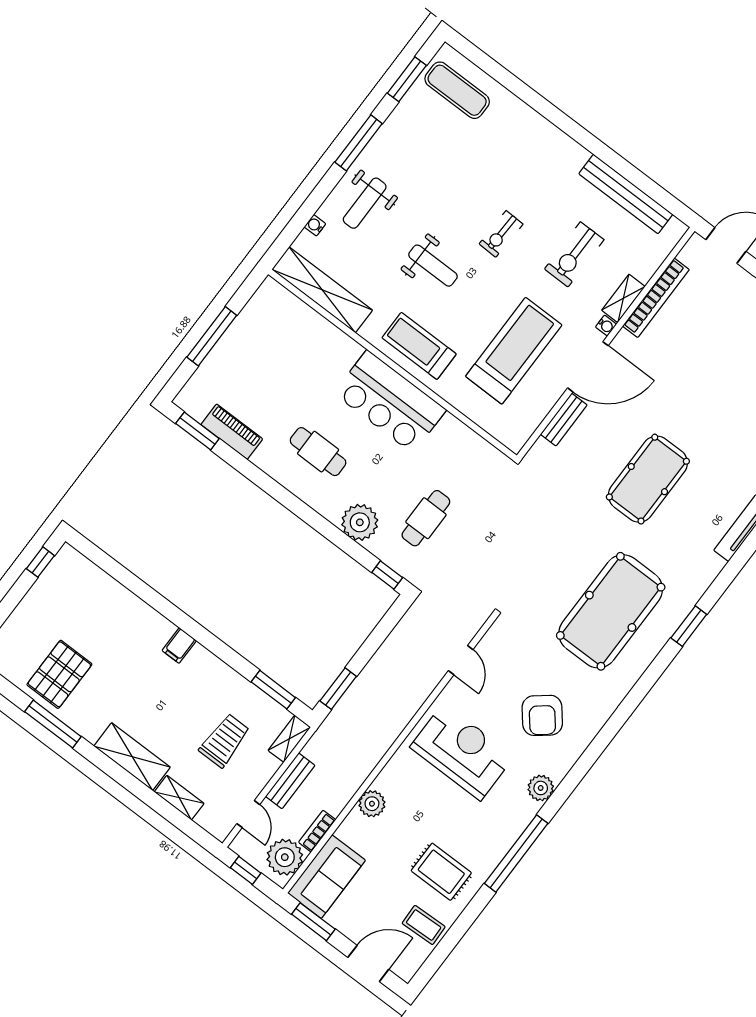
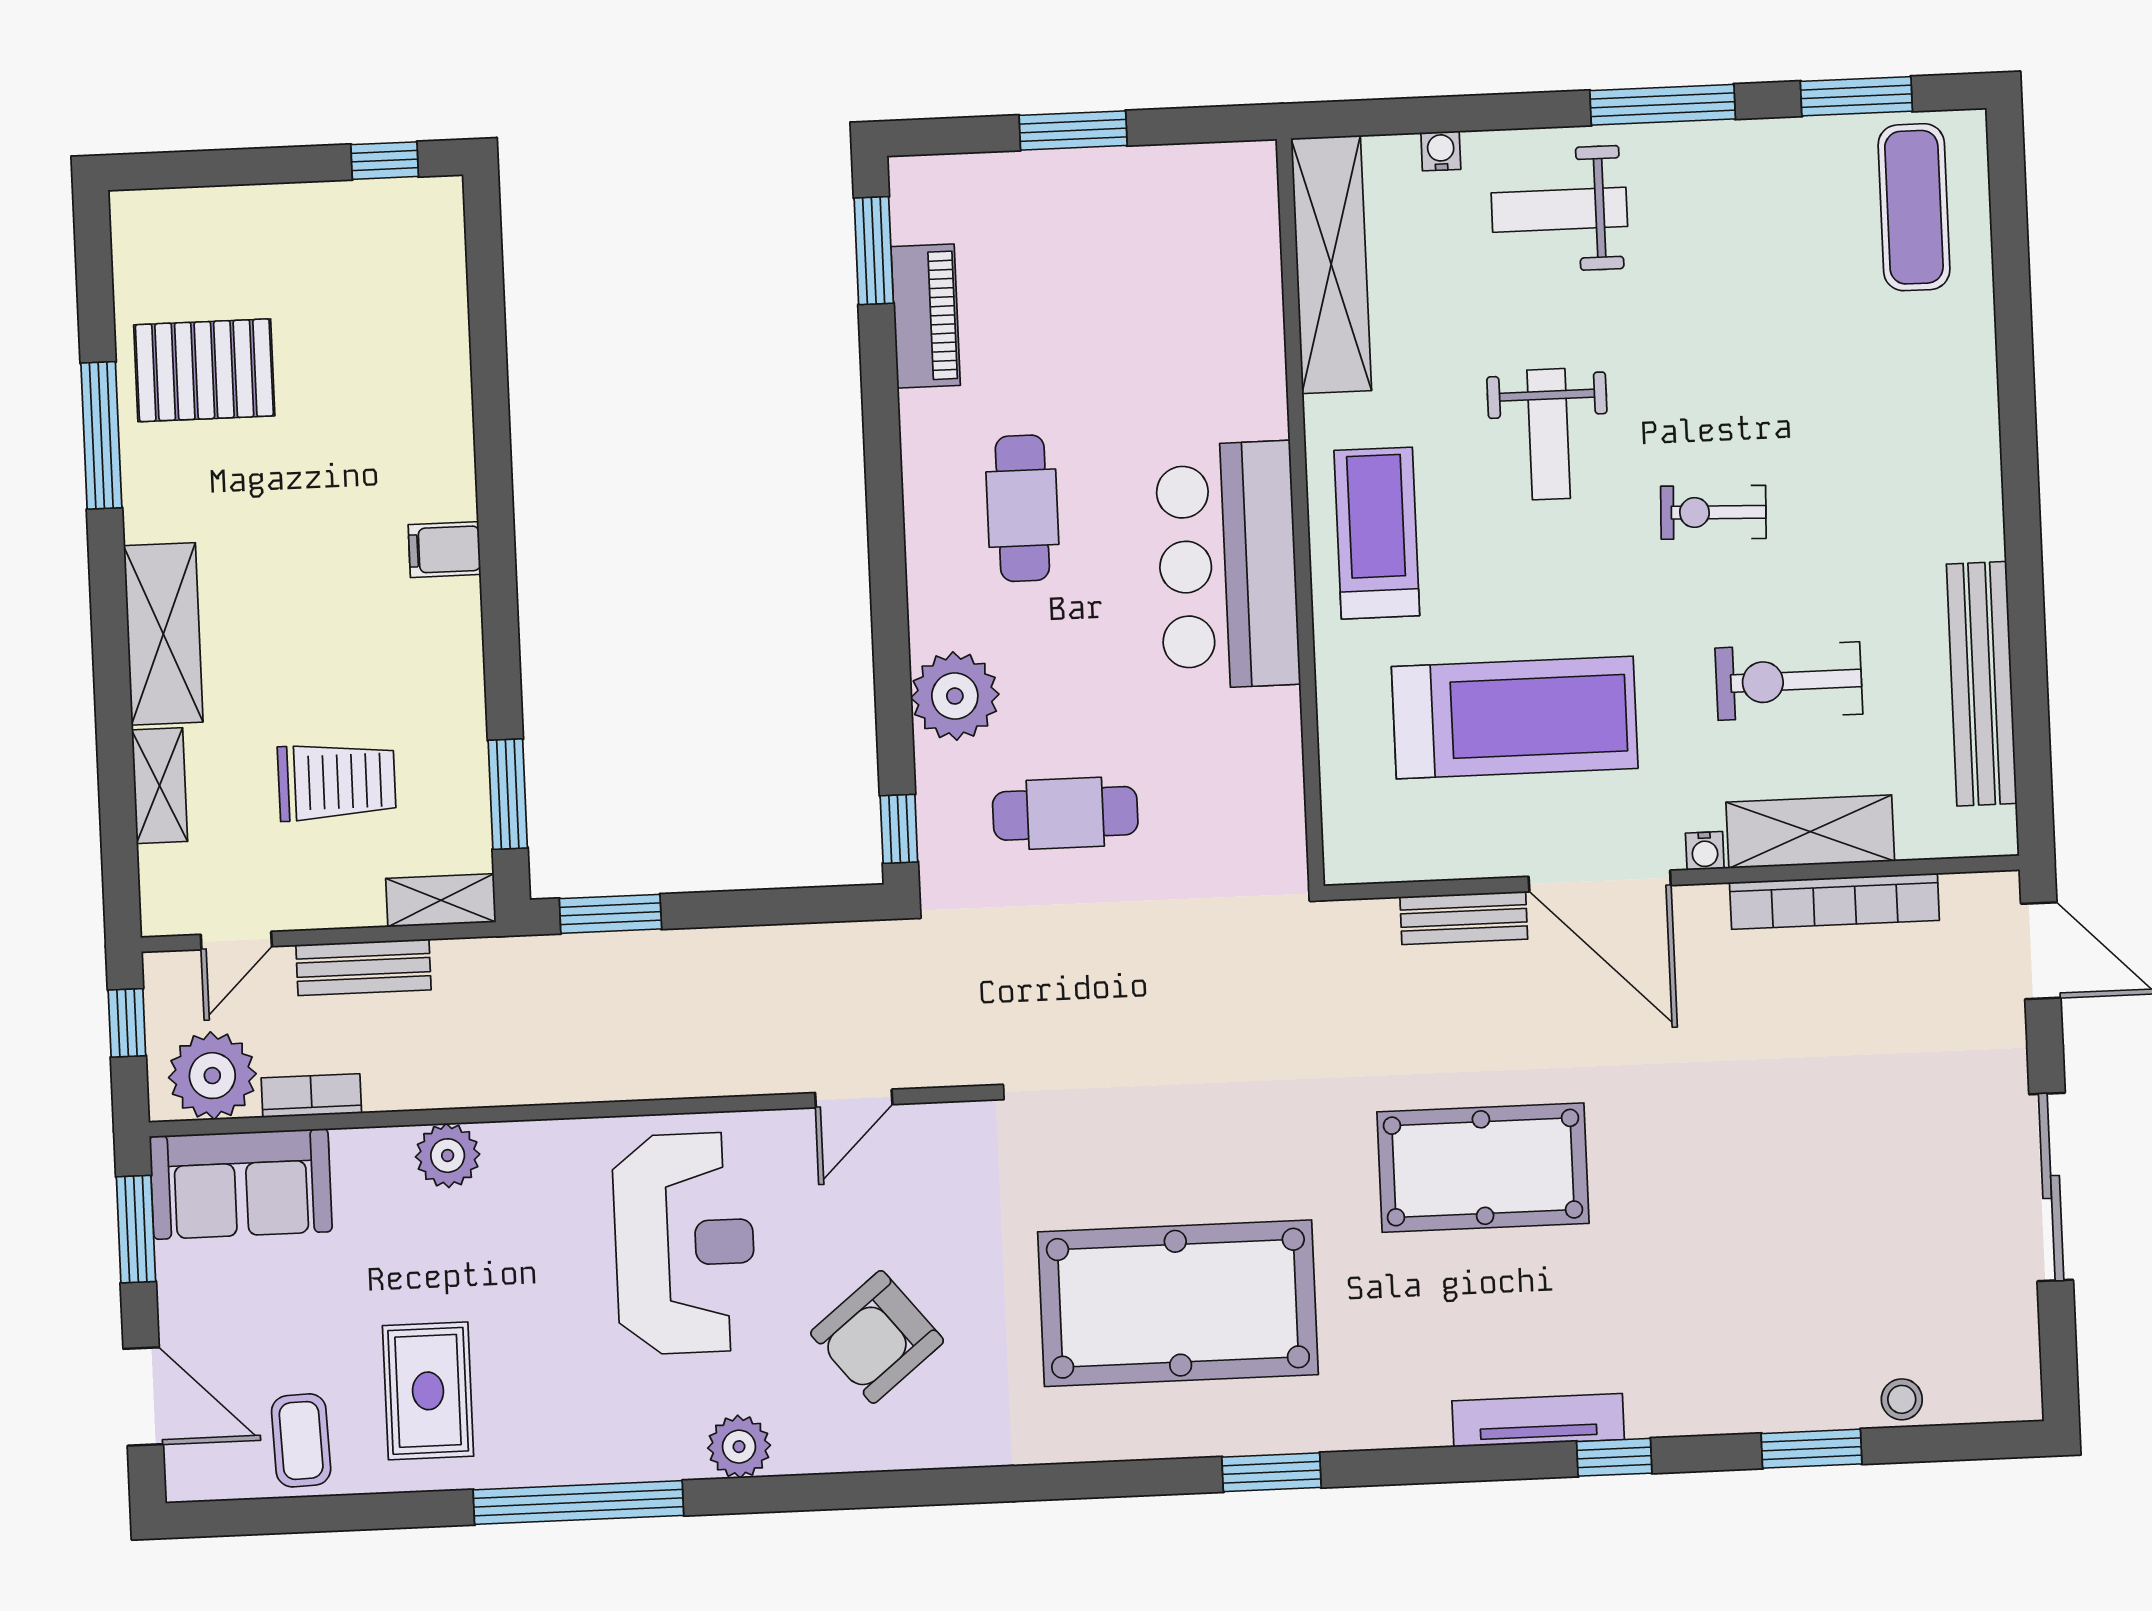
shelving: (623, 298) -> (1810, 832), width x1.50, depth x1.33
window: (212, 336) -> (1073, 130), width x0.69

